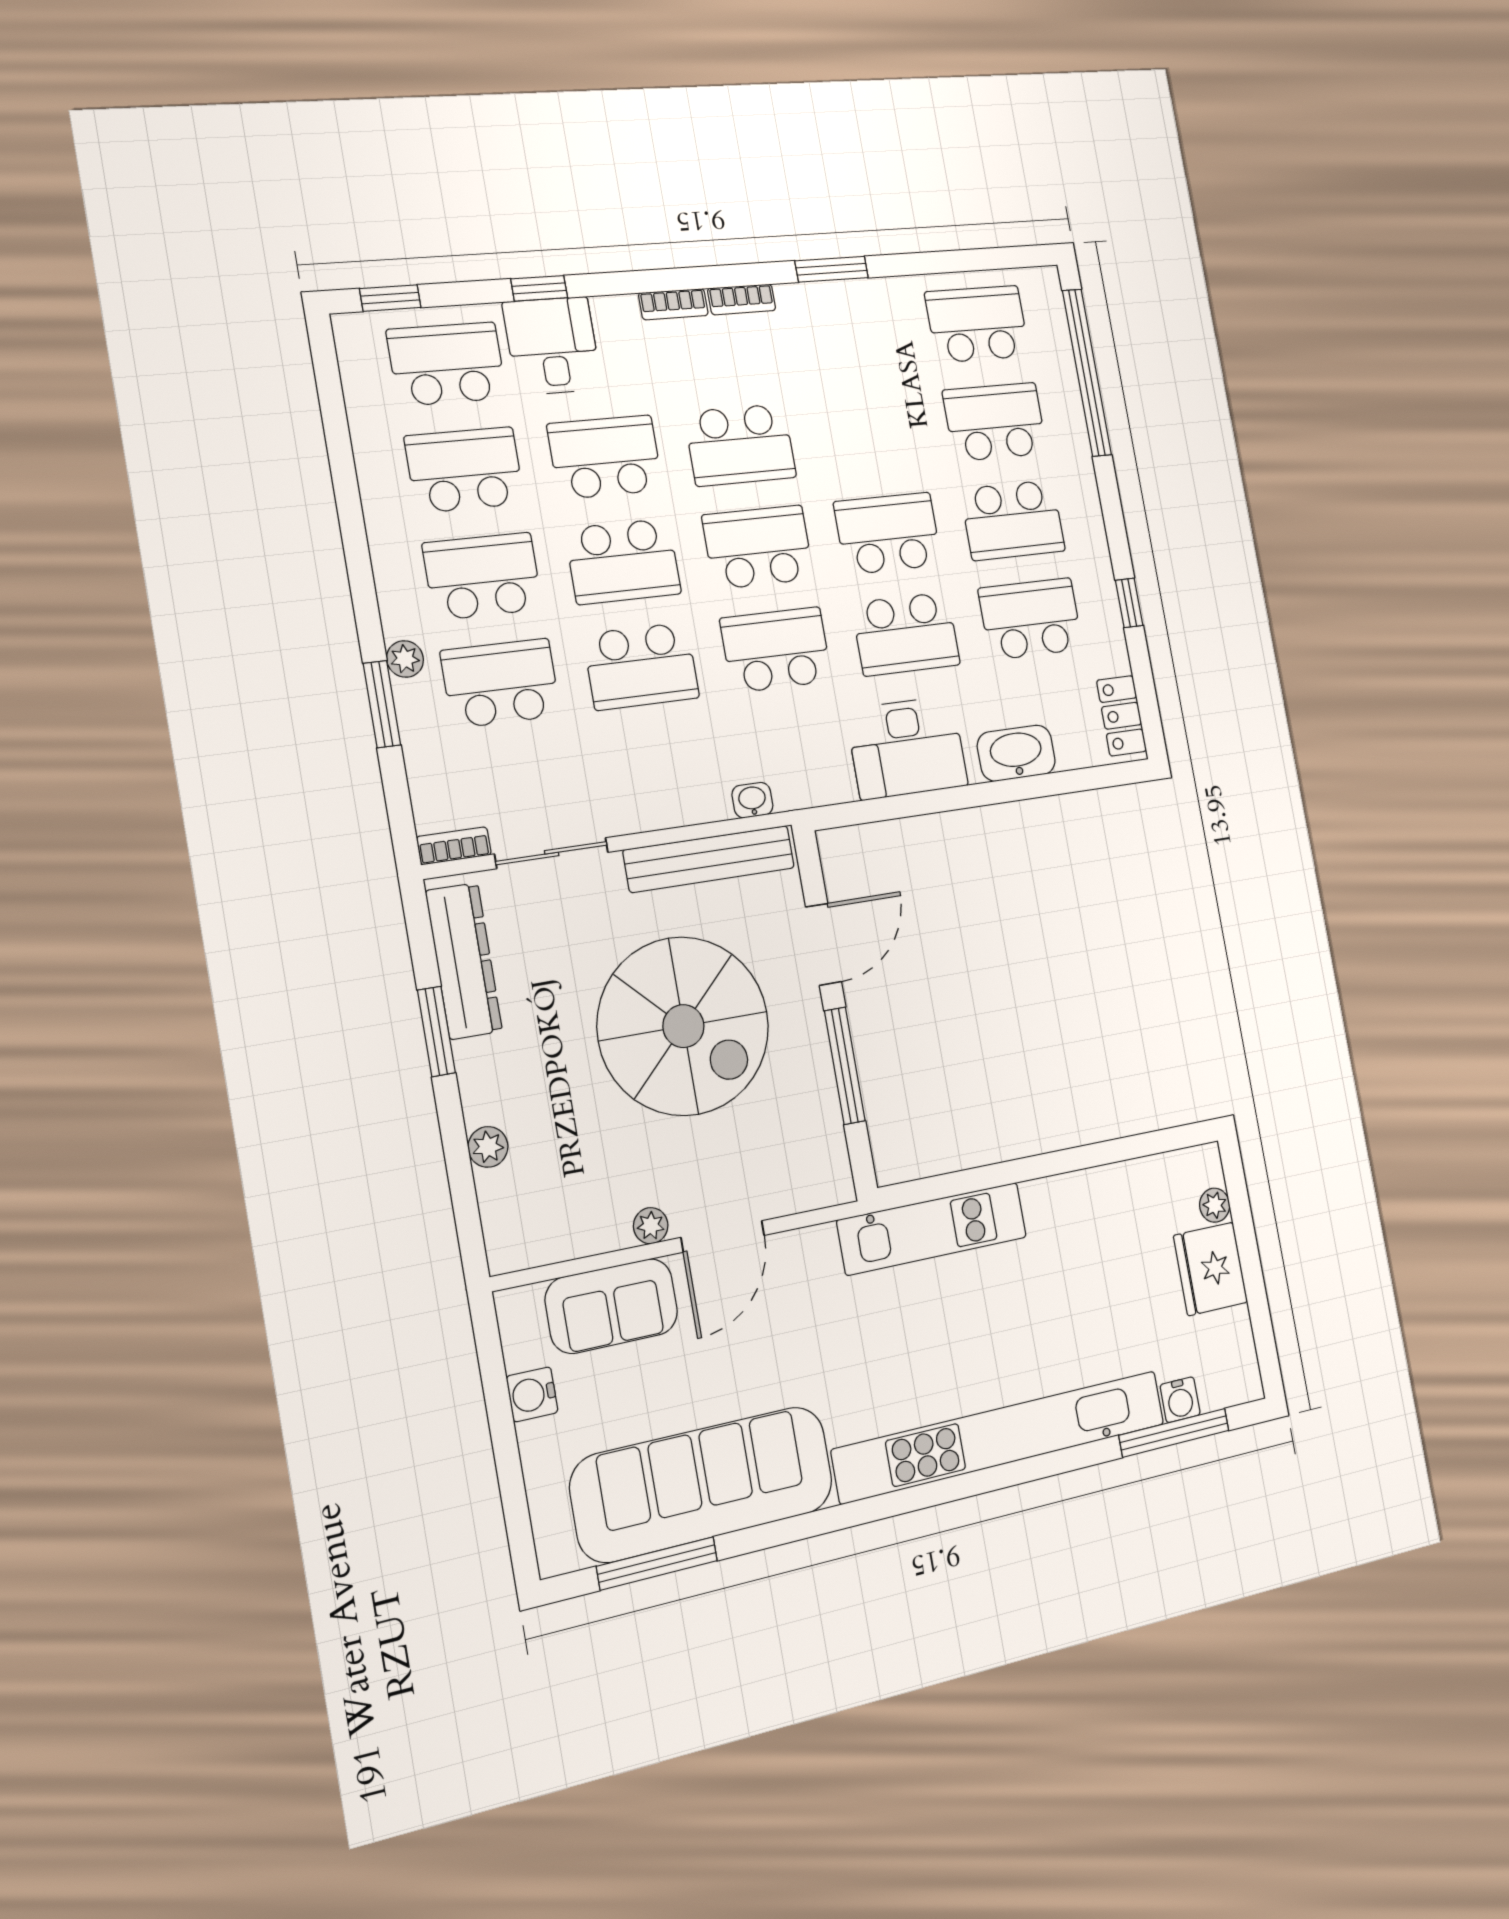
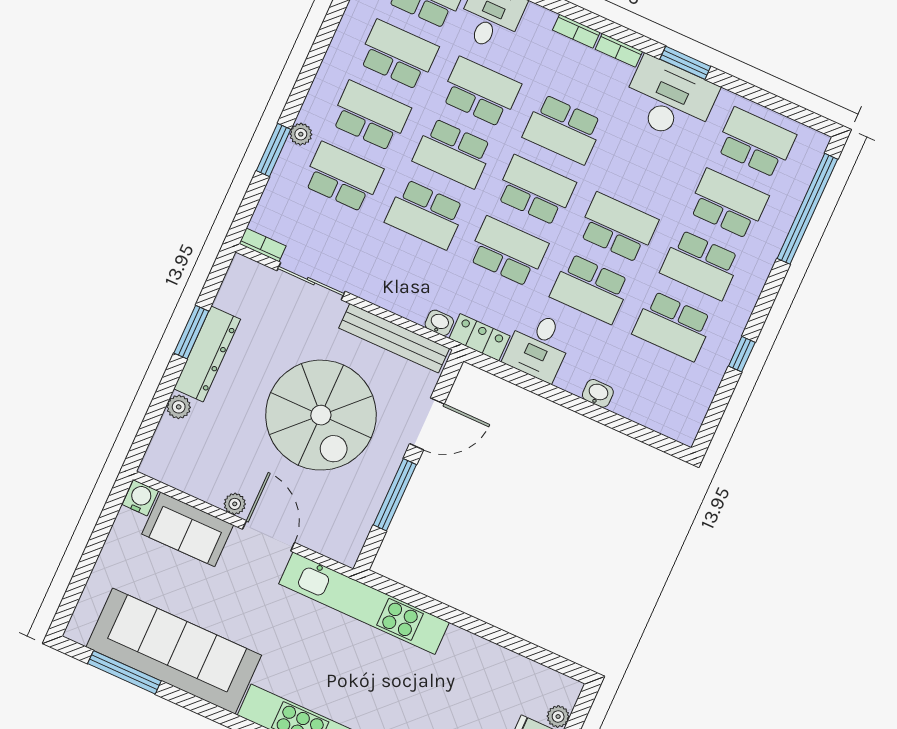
desk: (843, 329) -> (669, 100), added
school desk: (1031, 619) -> (673, 326), turned 180
locker: (1121, 716) -> (479, 337), moved, turned 90
desk: (907, 748) -> (538, 346), width x0.73
washbasin: (1016, 753) -> (598, 393), width x0.52, depth x0.69
dresser: (464, 961) -> (207, 354), moved
kitchen unit: (932, 1229) -> (364, 603), width x1.36
door: (723, 1236) -> (269, 536), swing flipped
water cooler: (532, 1394) -> (140, 498), moved, turned 90

